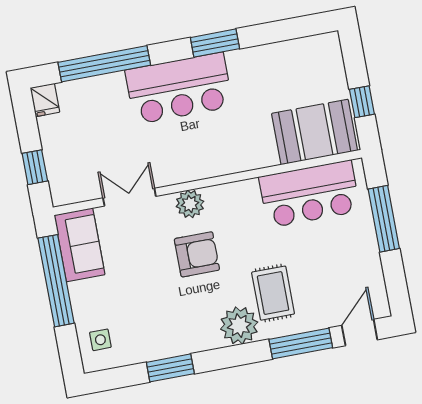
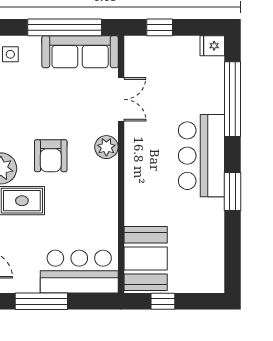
bar counter: (310, 194) -> (79, 272), moved, turned 90
window: (384, 219) -> (41, 301), moved
sofa: (79, 245) -> (80, 52), width x1.36
armchair: (197, 254) -> (51, 156), moved

